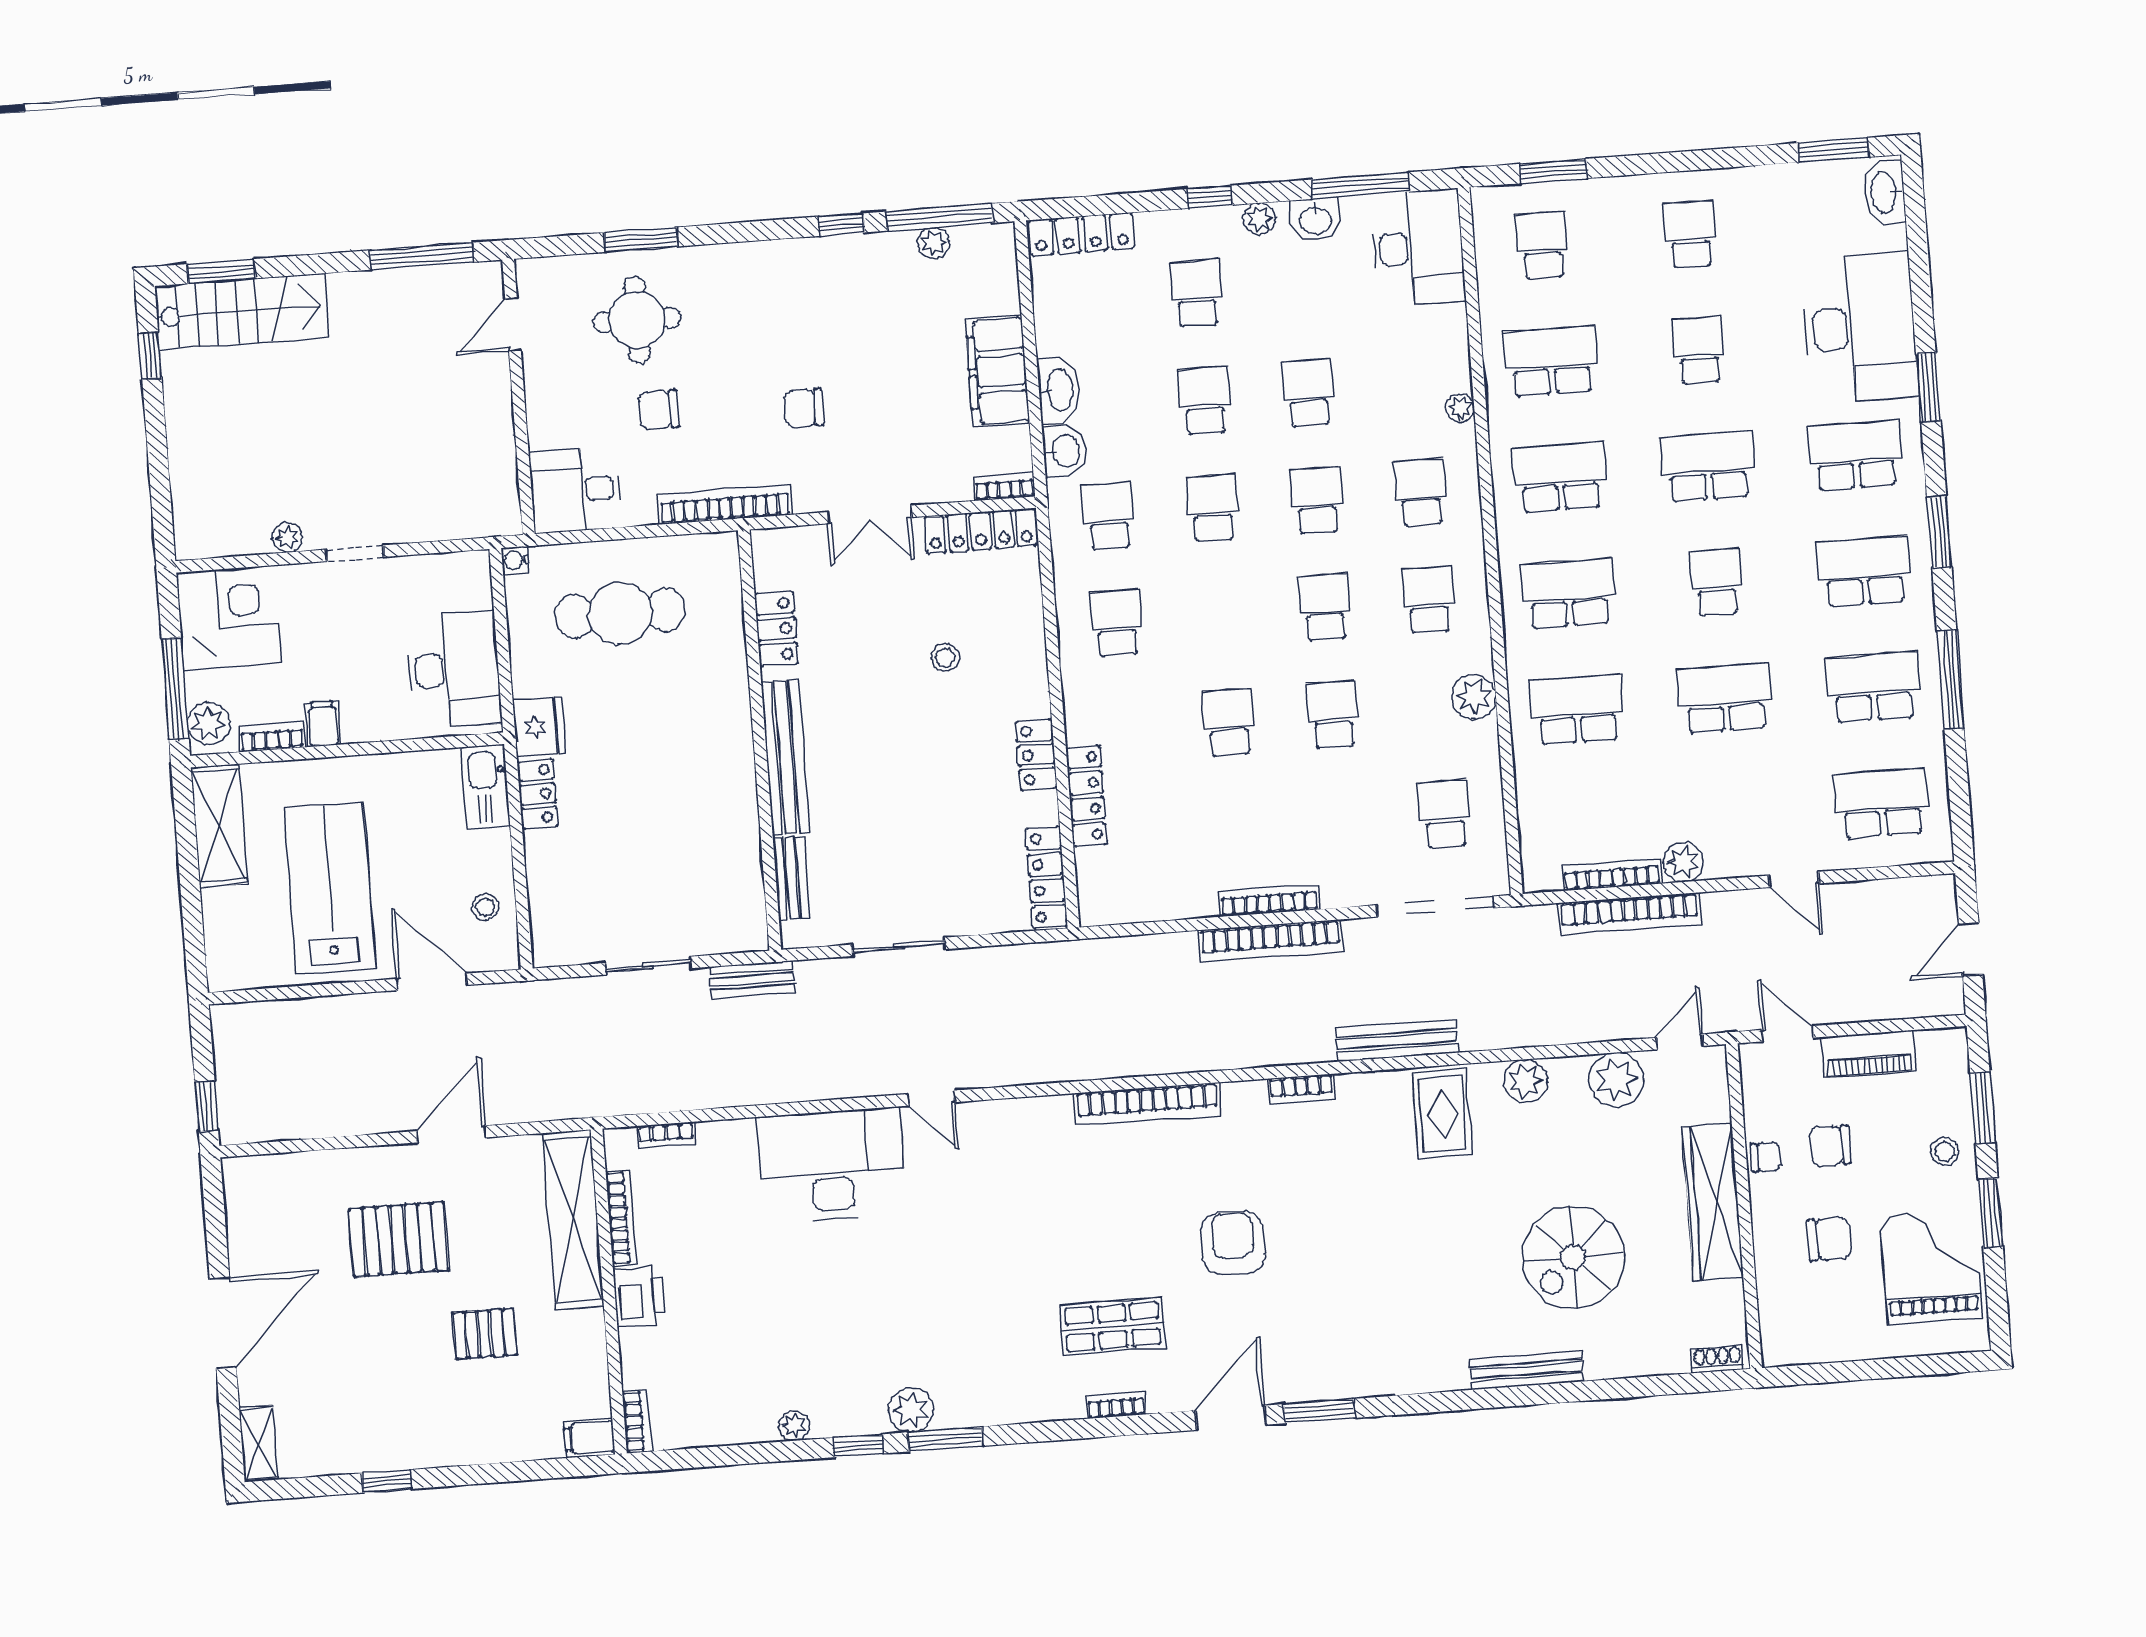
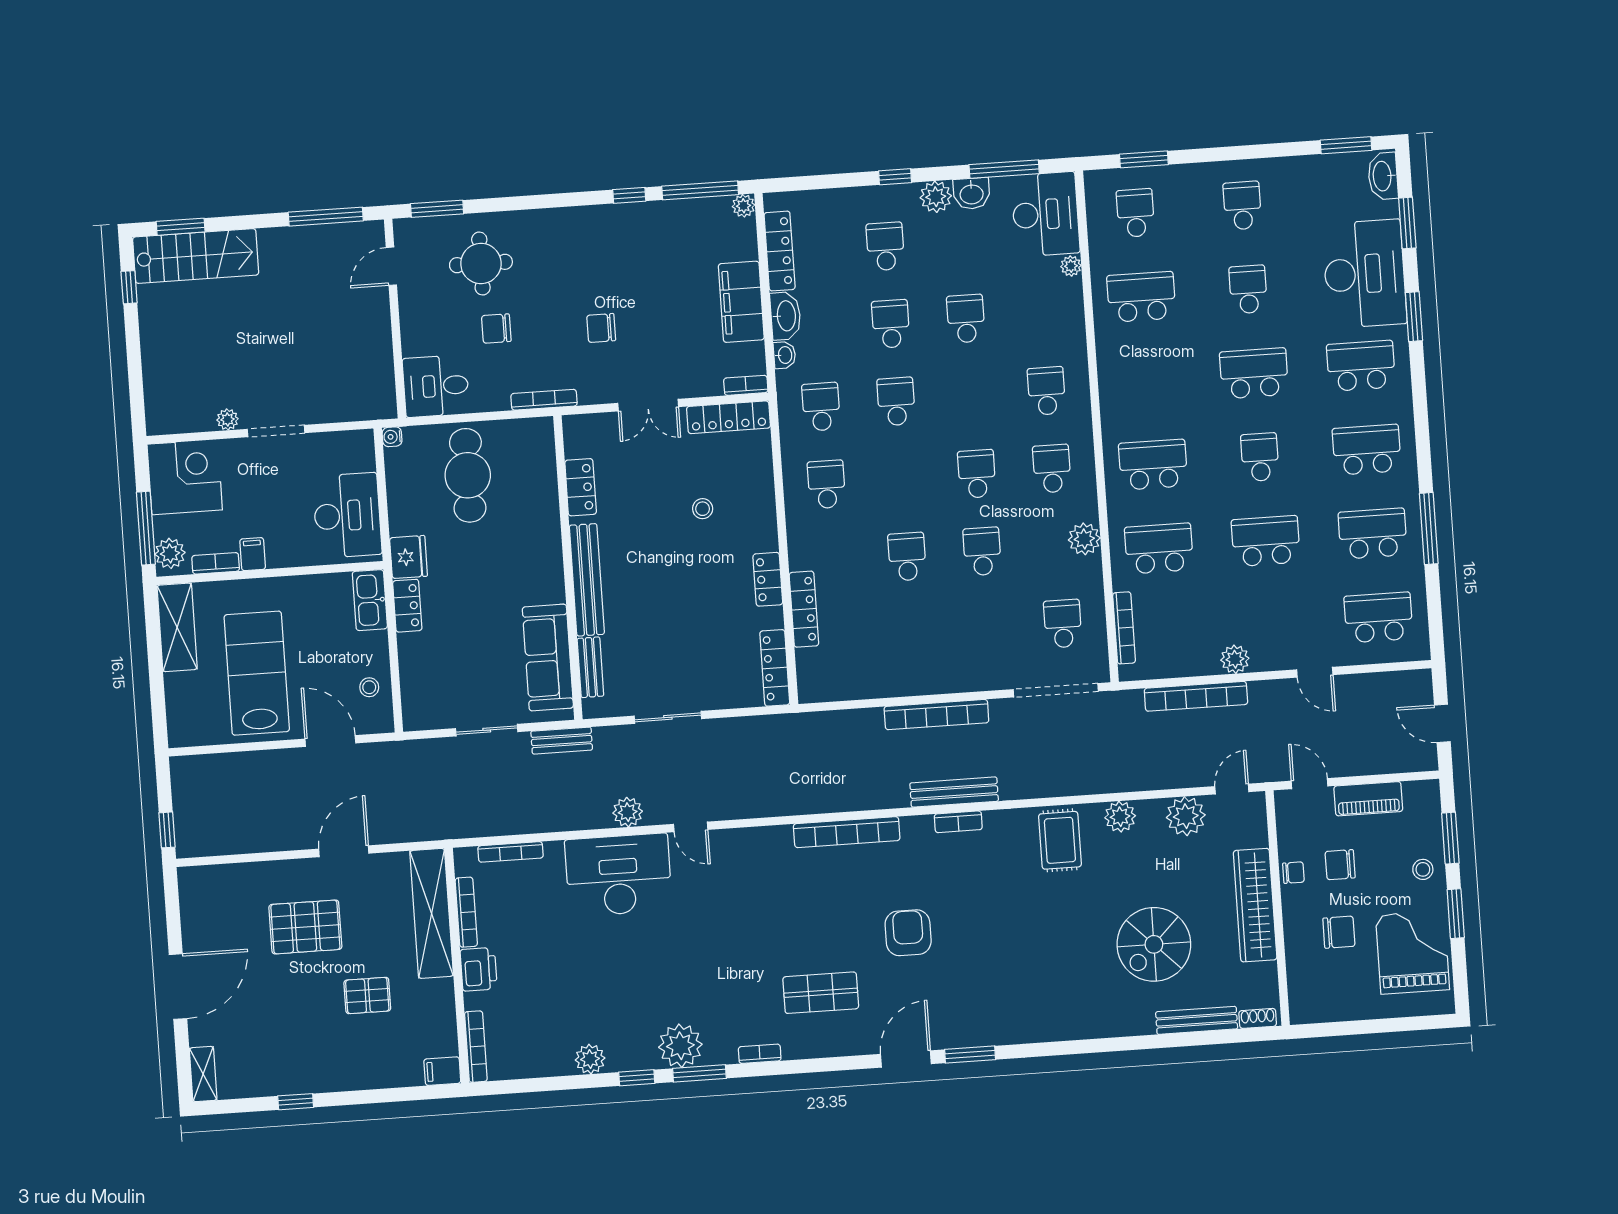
plant: (1259, 219) -> (936, 197), width x1.38, depth x1.38
locker: (1082, 234) -> (780, 251), moved, turned -90
window: (641, 240) -> (437, 209), moved
plant: (934, 243) -> (744, 206), moved
plant: (1460, 408) -> (1071, 266), moved
washbasin: (1065, 451) -> (784, 355), width x0.72, depth x0.69
school desk: (1560, 477) -> (1147, 381), removed
school desk: (1316, 500) -> (971, 396), removed
bookcase: (725, 504) -> (544, 400), width x0.68, depth x0.76
window: (1939, 532) -> (1407, 223), moved
doorway: (355, 553) -> (276, 431), width x1.38
cafe table: (620, 613) -> (468, 475), turned 90
sofa: (732, 865) -> (548, 658), added
bookcase: (1612, 875) -> (1124, 628), moved, turned 90
bookcase: (1269, 900) -> (936, 685), removed
door: (1971, 949) -> (1442, 723), hinge flipped
bench: (1397, 1040) -> (954, 792), moved
plant: (844, 1078) -> (628, 812), added
bookcase: (666, 1135) -> (510, 852), width x1.56
bench: (1527, 1370) -> (1197, 1020), moved
bookcase: (1116, 1405) -> (760, 1054), moved
plant: (911, 1410) -> (680, 1046), width x1.36, depth x1.36
bookcase: (637, 1421) -> (476, 1047), width x1.56
plant: (794, 1426) -> (590, 1059), width x1.38, depth x1.38

